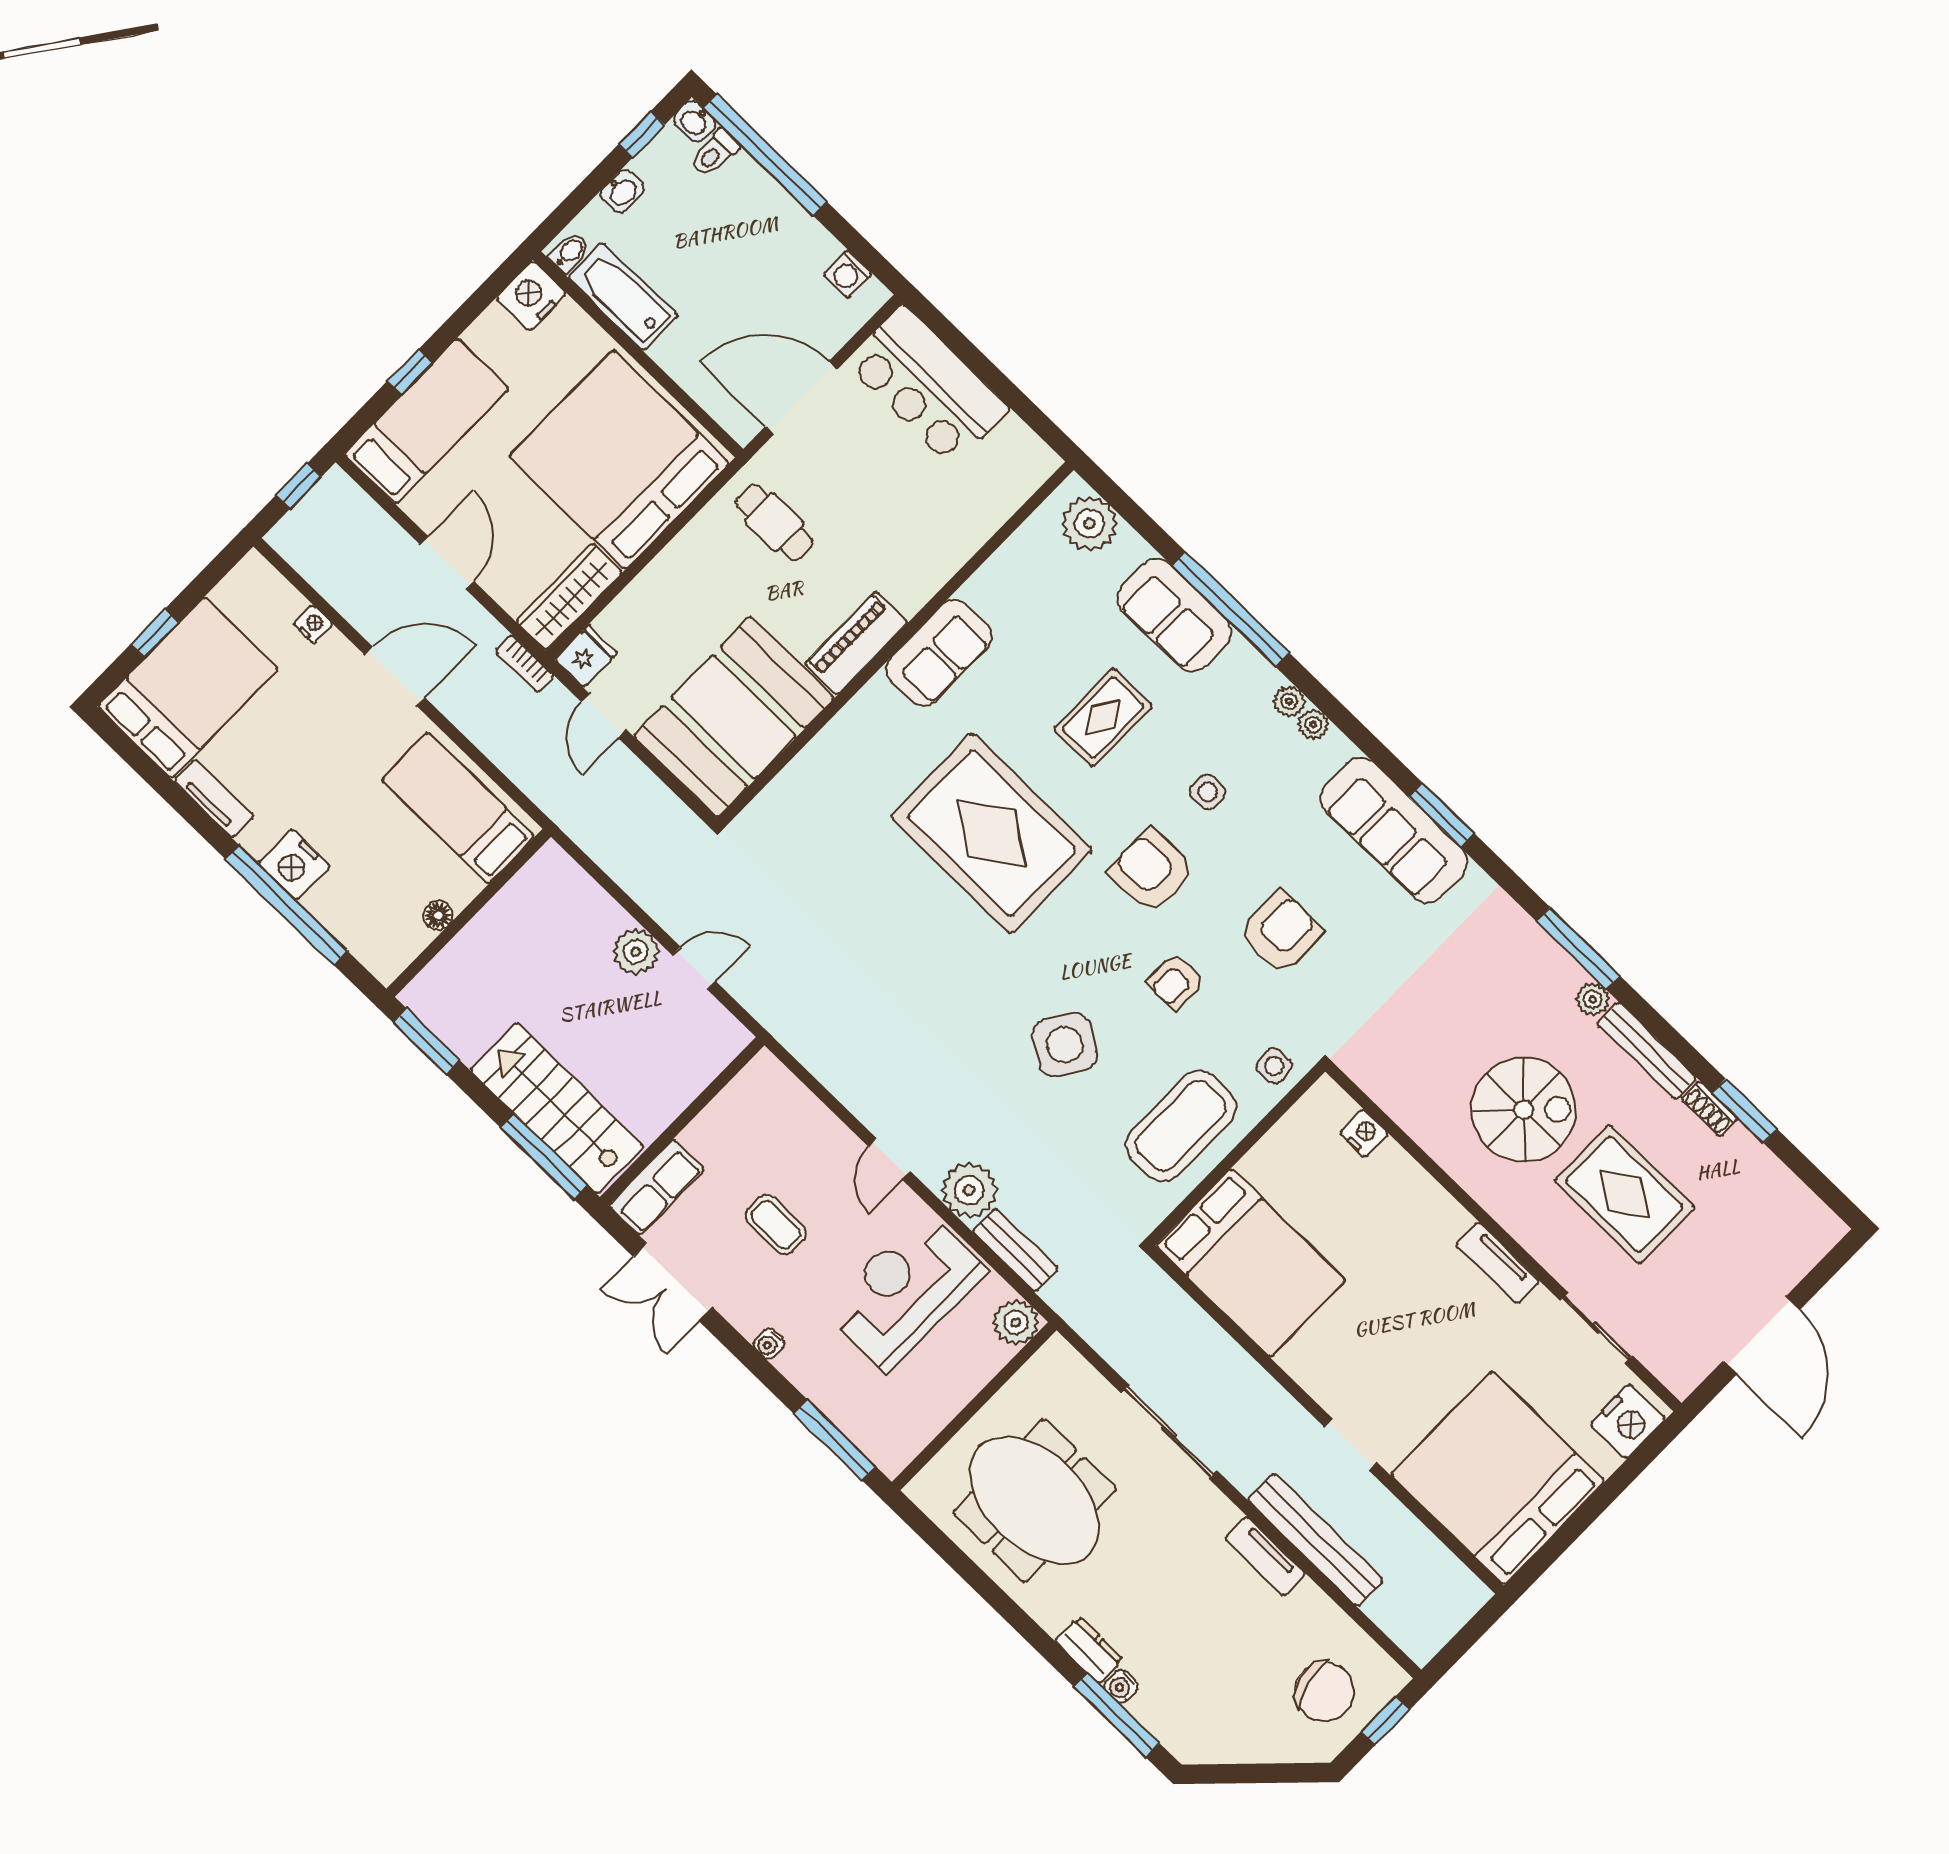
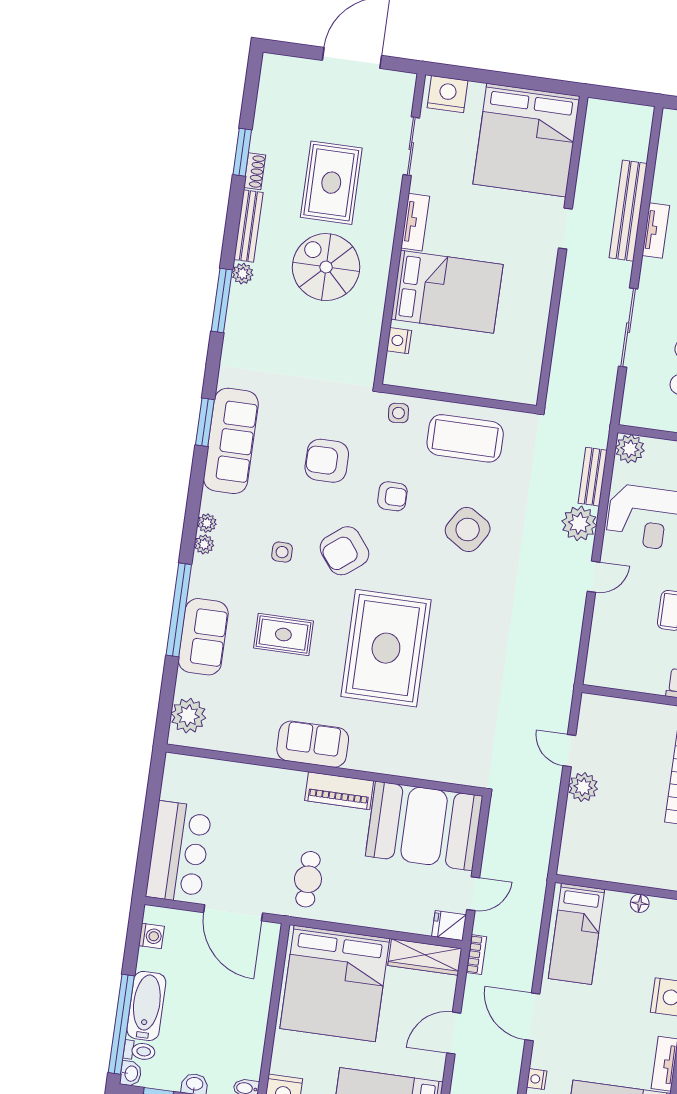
bathtub: (623, 297) -> (146, 1006), moved, turned 180
armchair: (1152, 871) -> (344, 551), turned 52
bed: (1251, 1263) -> (447, 292), moved, turned 90

